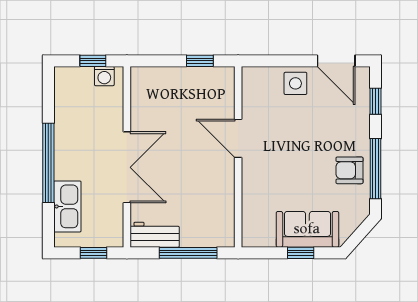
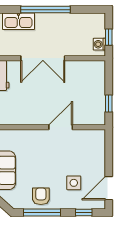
side table: (295, 83) -> (74, 183), moved

